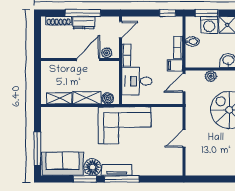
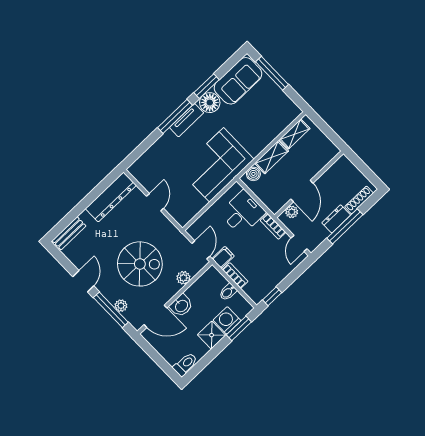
dresser: (208, 168) -> (111, 197), added

